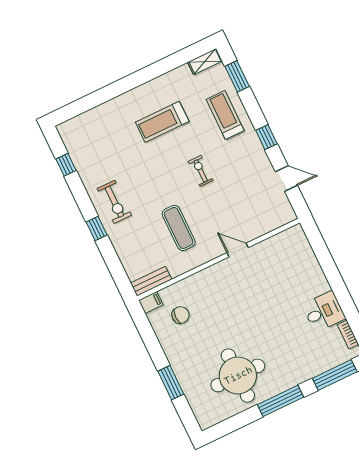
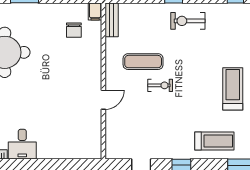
exercise bike: (201, 171) -> (160, 85), moved

